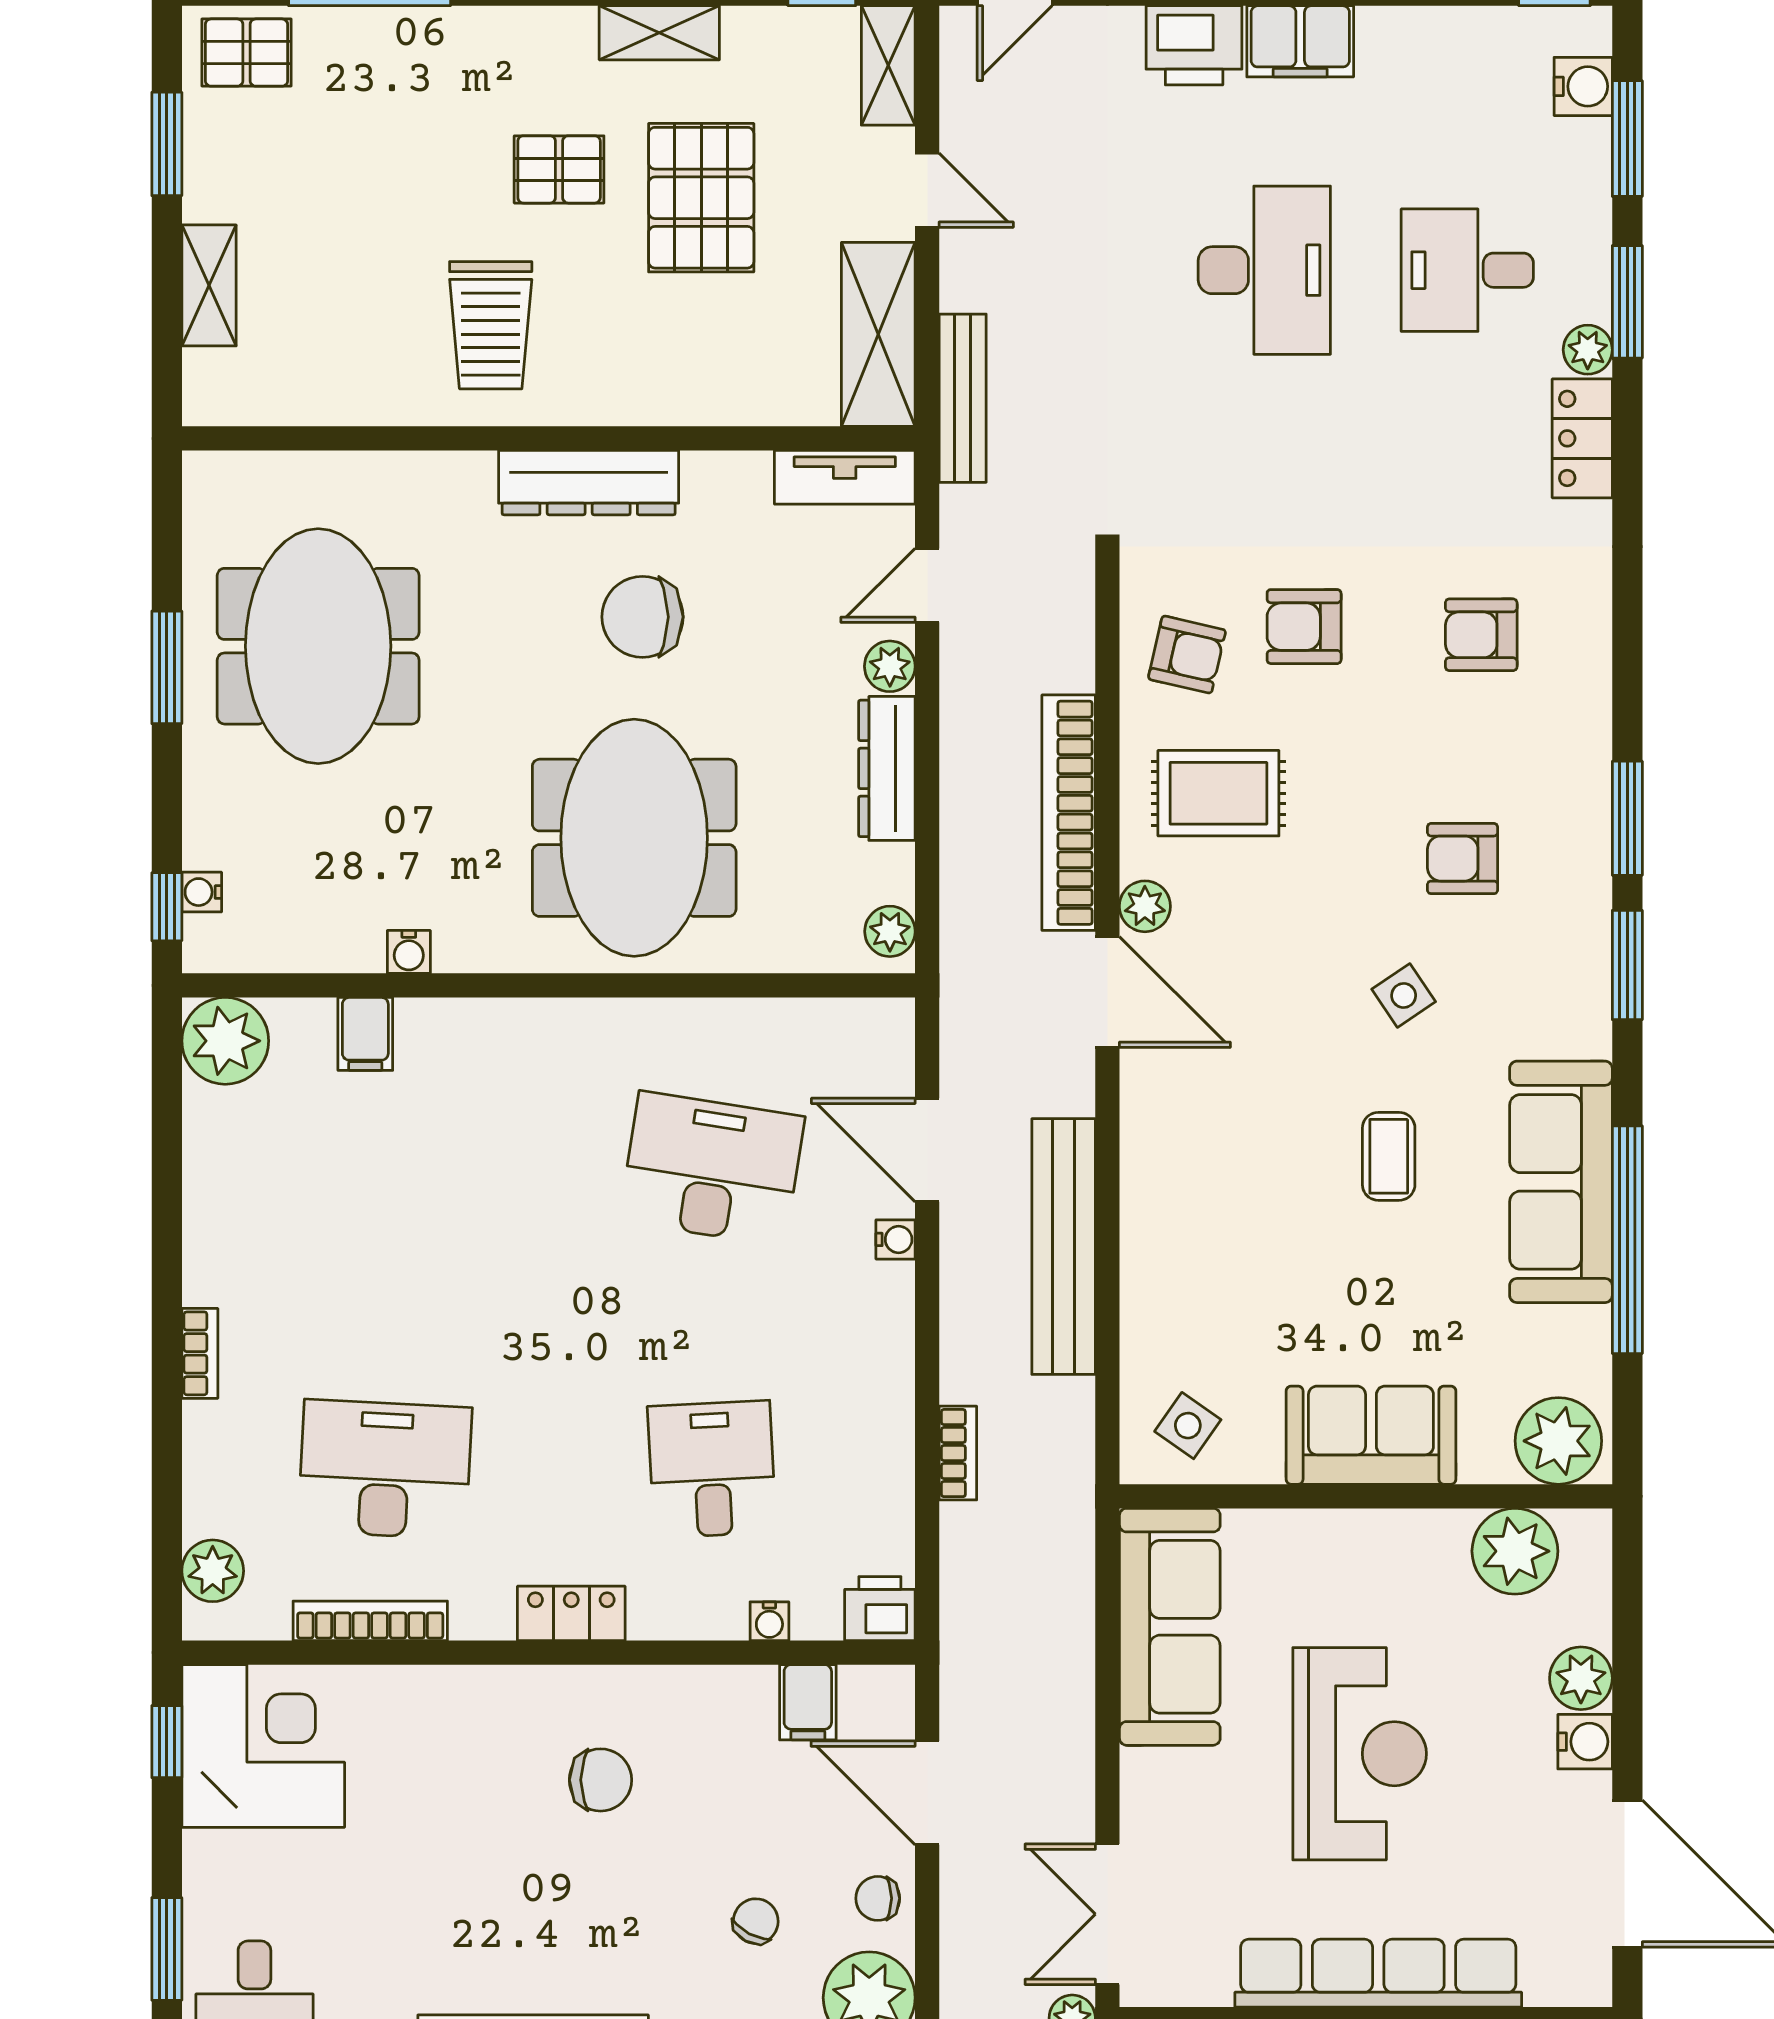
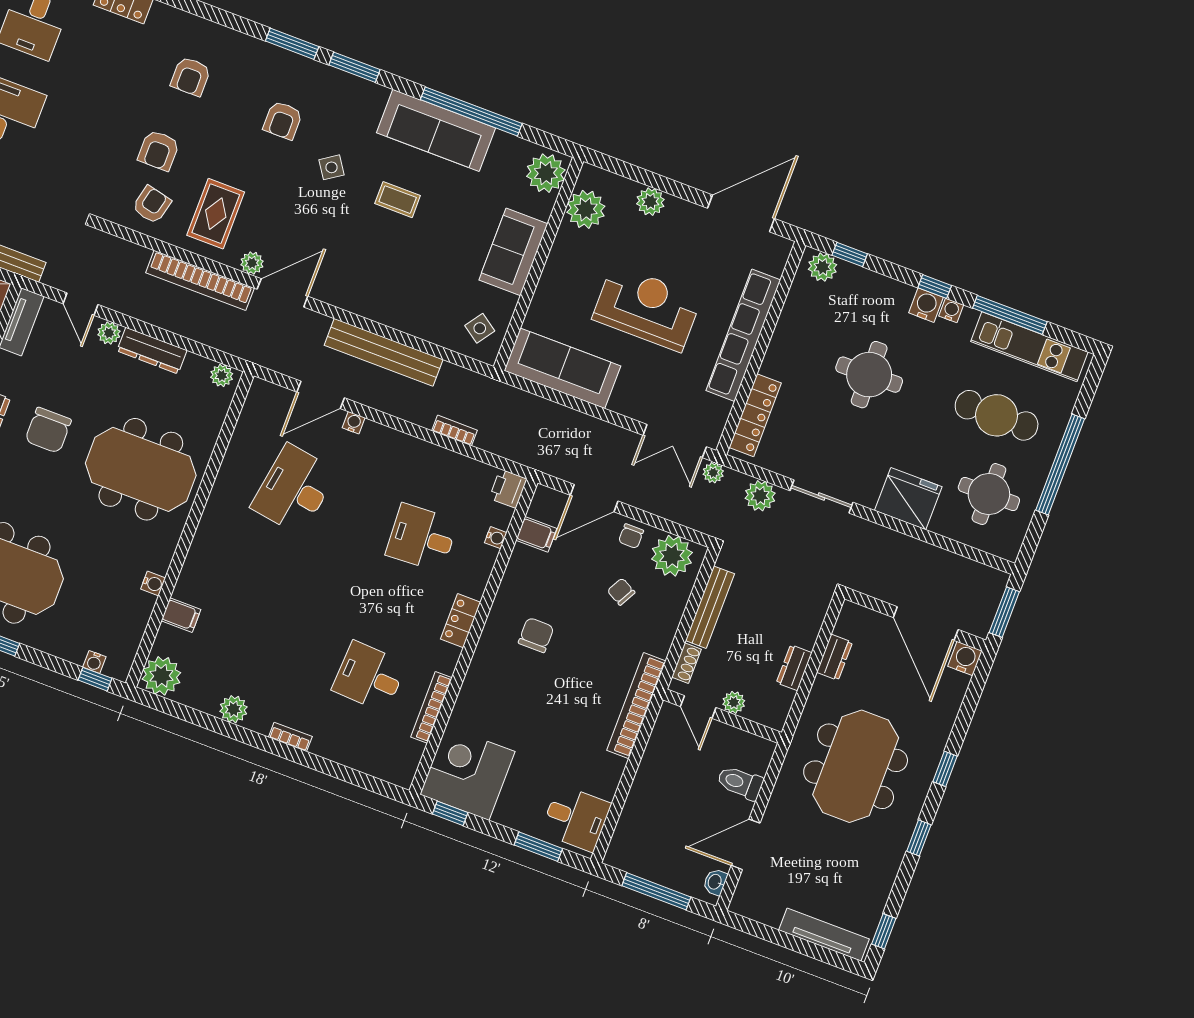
desk: (385, 1469) -> (369, 677), width x0.73
plant: (213, 1571) -> (233, 709), moved
water cooler: (1585, 1742) -> (678, 210), removed

